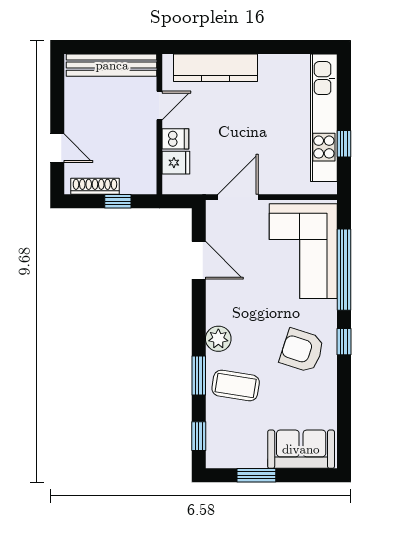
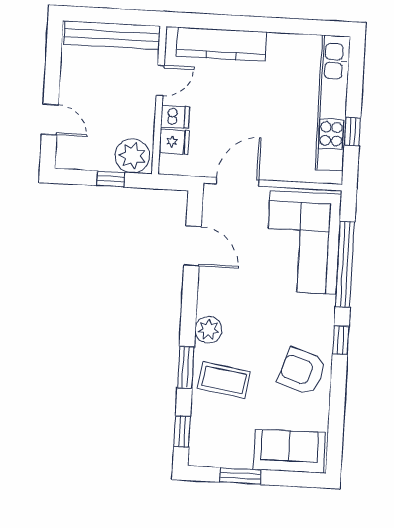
plant: (137, 178) -> (132, 156), added
shoe rack: (95, 186) -> (88, 162), removed
armchair: (302, 350) -> (302, 371), moved

